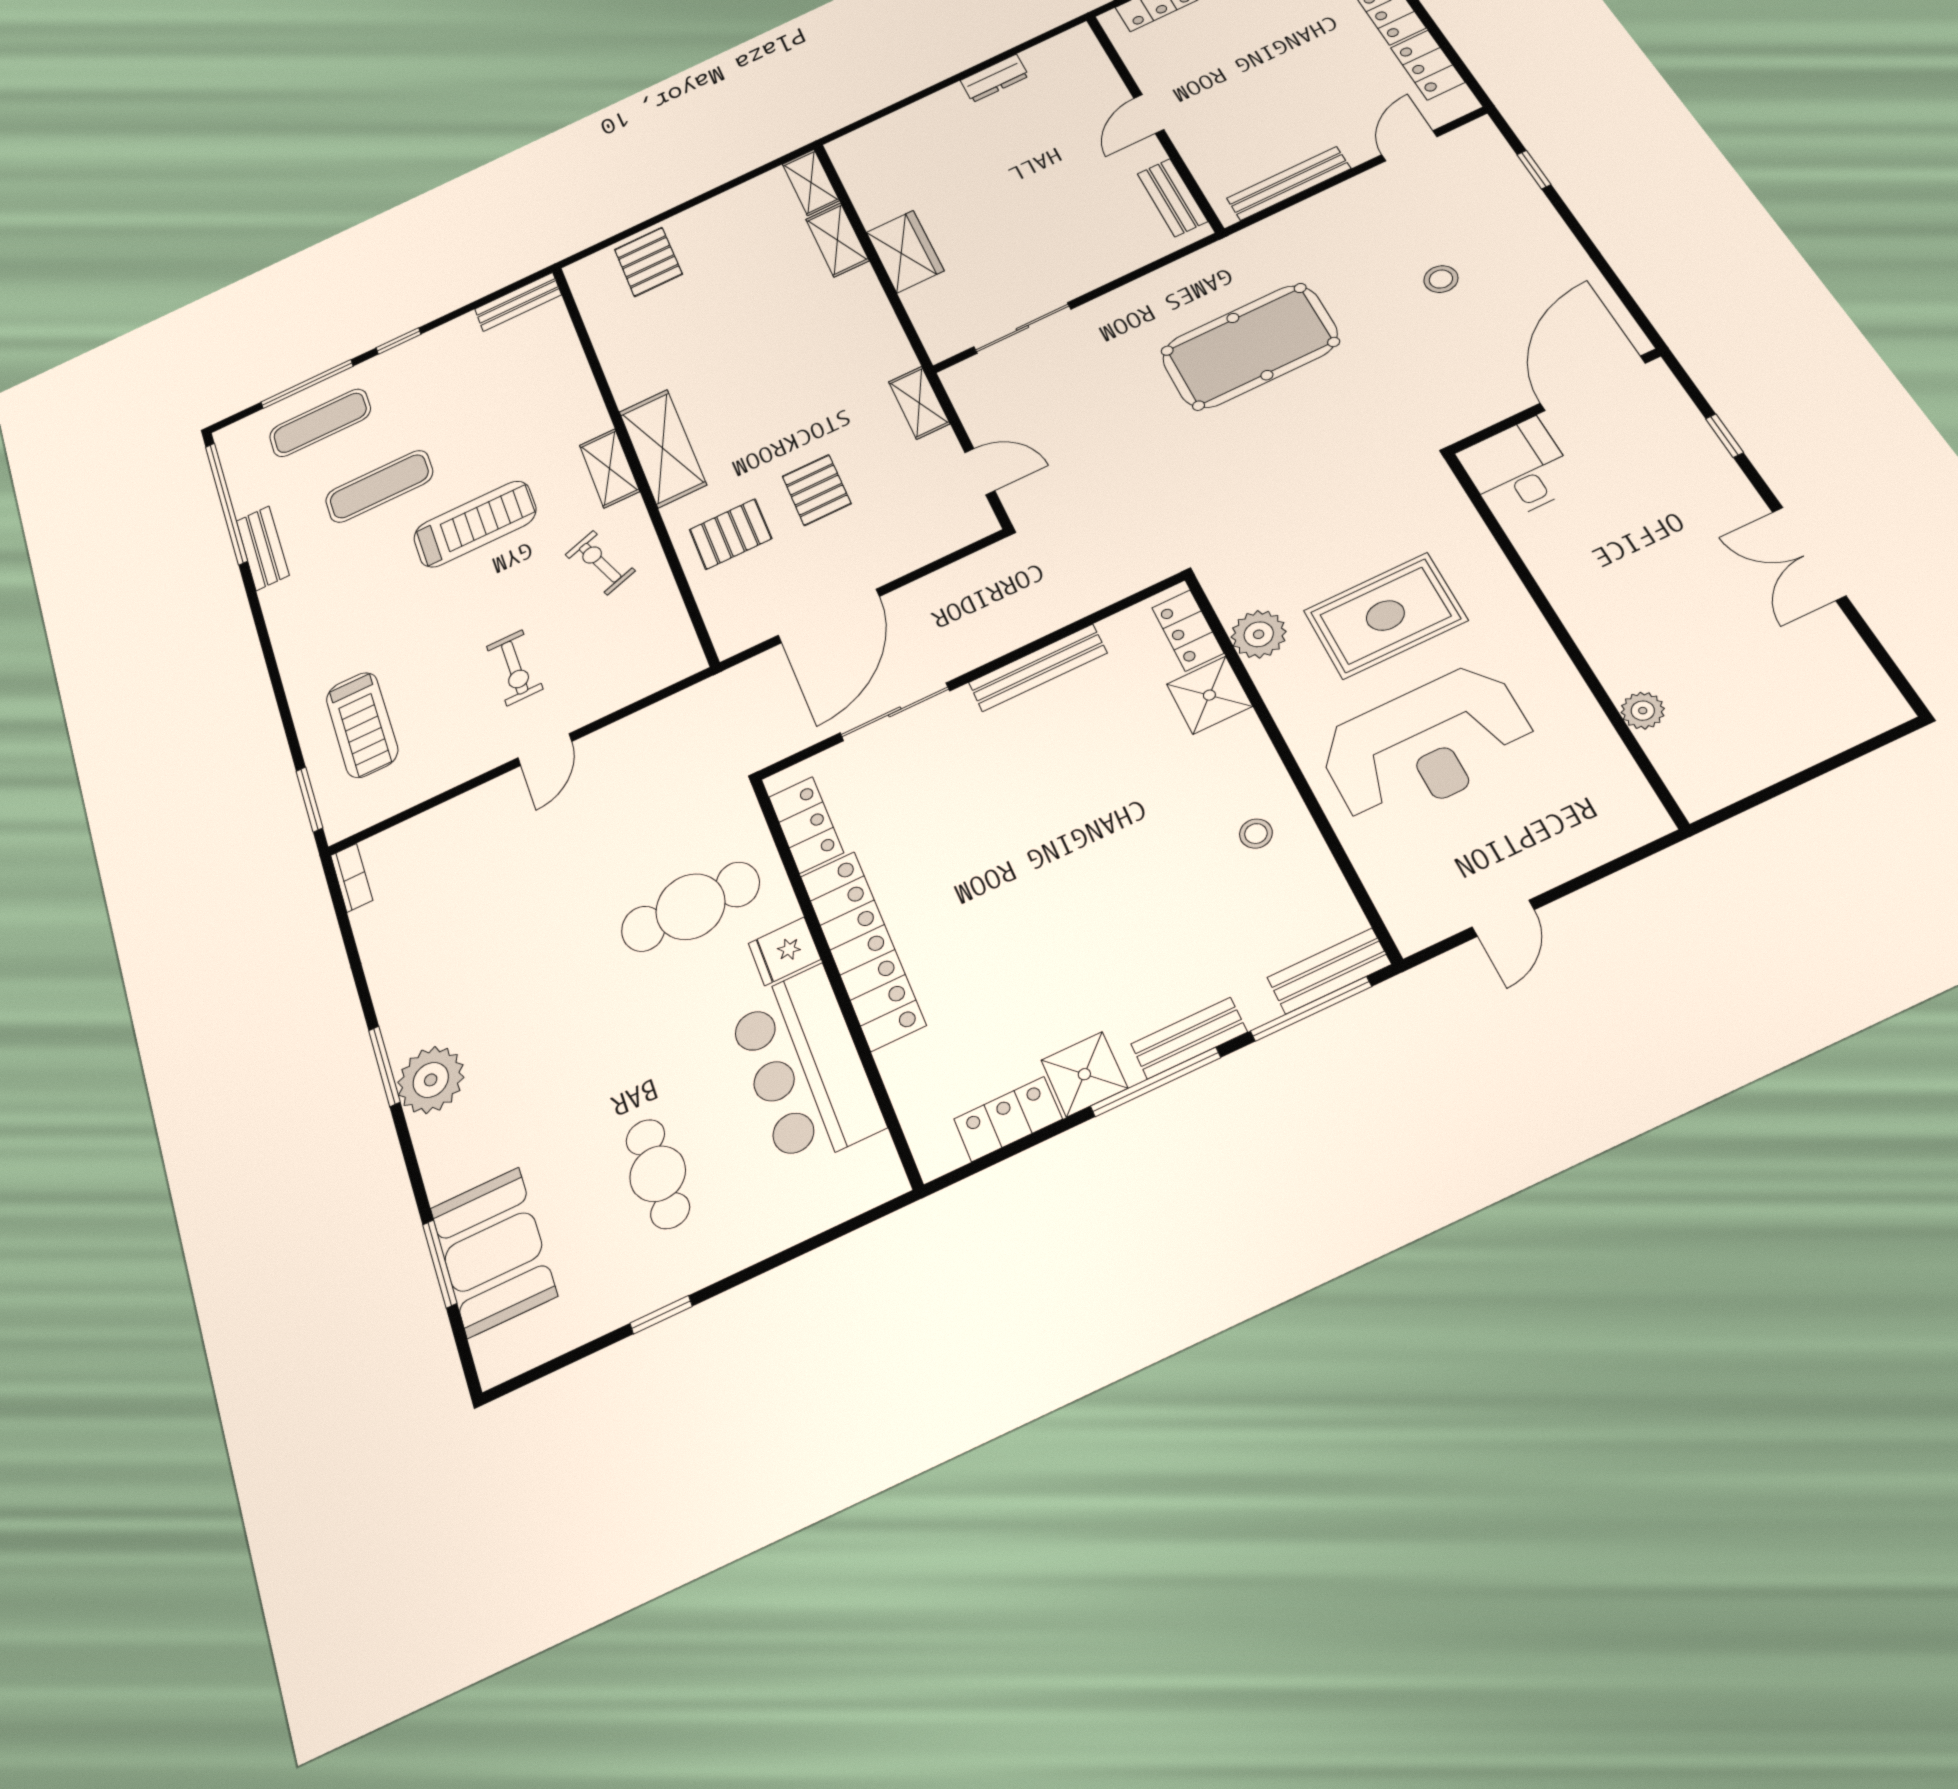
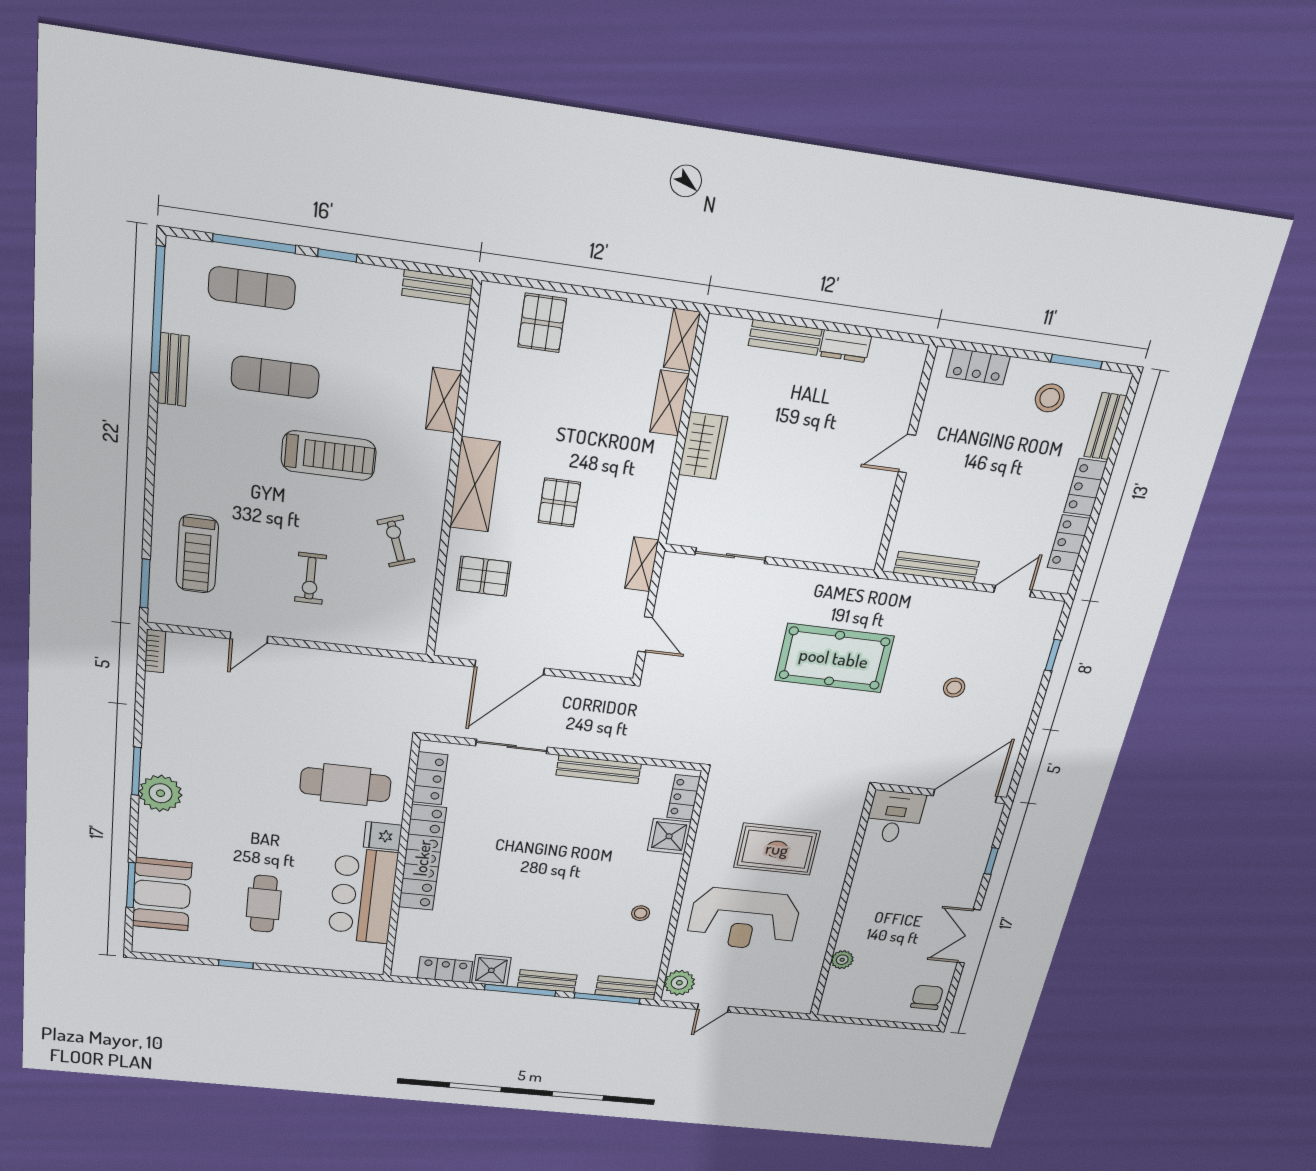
bench: (1172, 197) -> (785, 337), moved, turned 90
shelving: (609, 468) -> (444, 400), moved
pallet: (817, 490) -> (559, 502), moved
plant: (1259, 634) -> (679, 983), moved
chair: (1845, 684) -> (927, 997), added
door: (545, 750) -> (249, 637), moved

